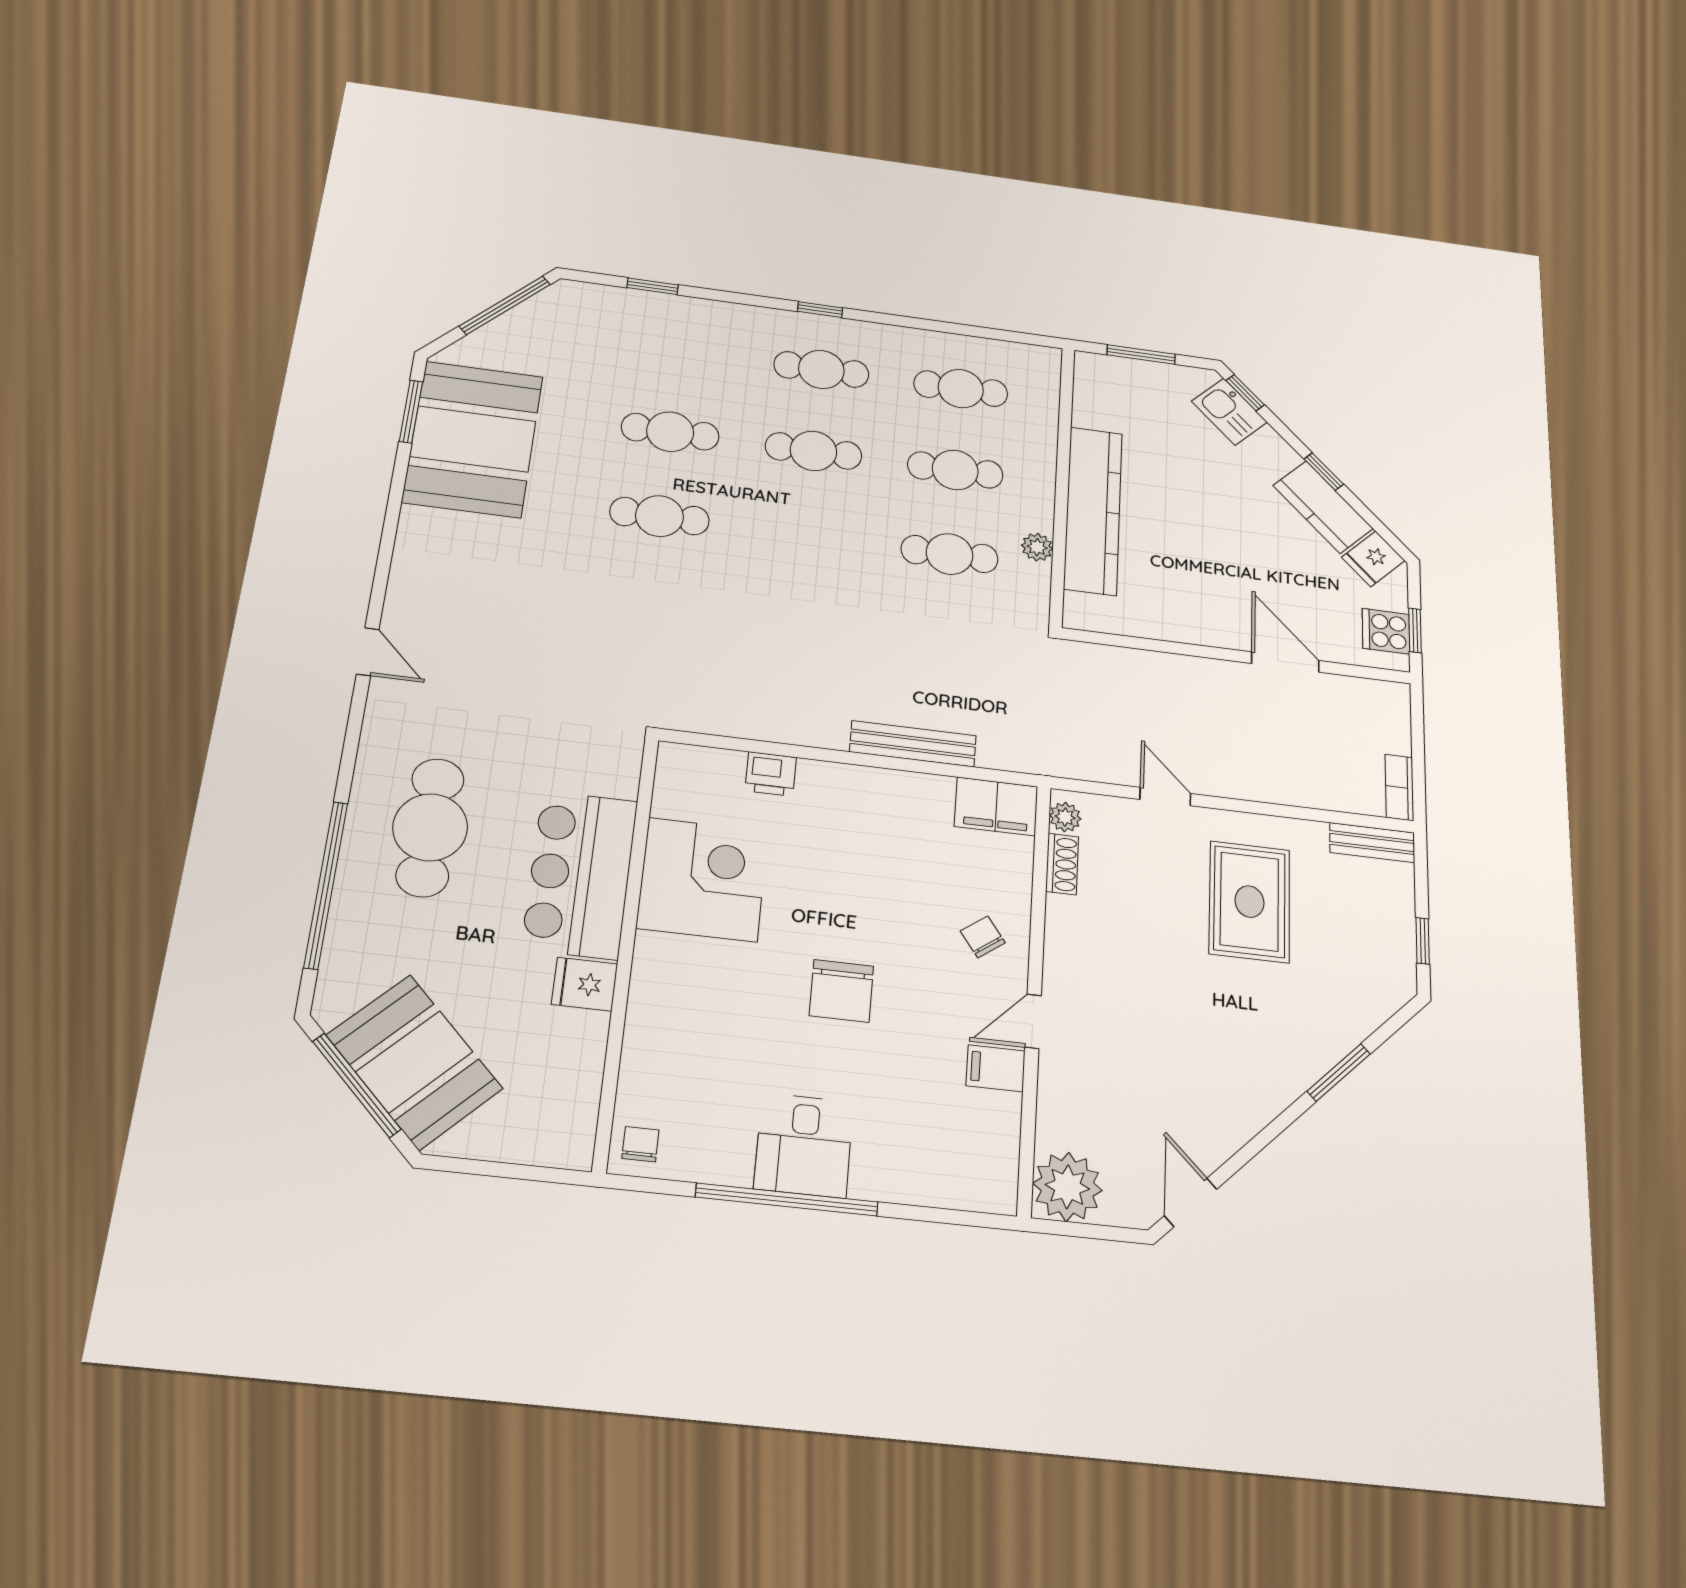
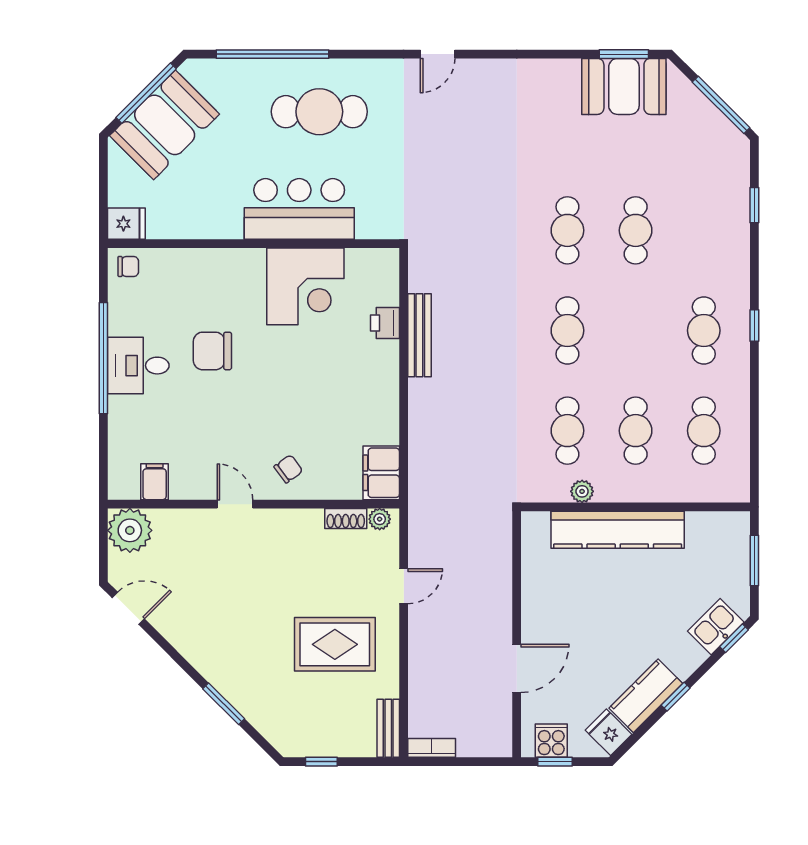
booth: (473, 439) -> (624, 86), width x0.73, depth x0.70
cafe table: (813, 451) -> (567, 330), moved
bench: (913, 744) -> (419, 335), moved
fridge: (585, 984) -> (126, 224), moved, turned 90
chair: (841, 991) -> (212, 351), moved
filing cabinet: (996, 1068) -> (155, 482), moved

